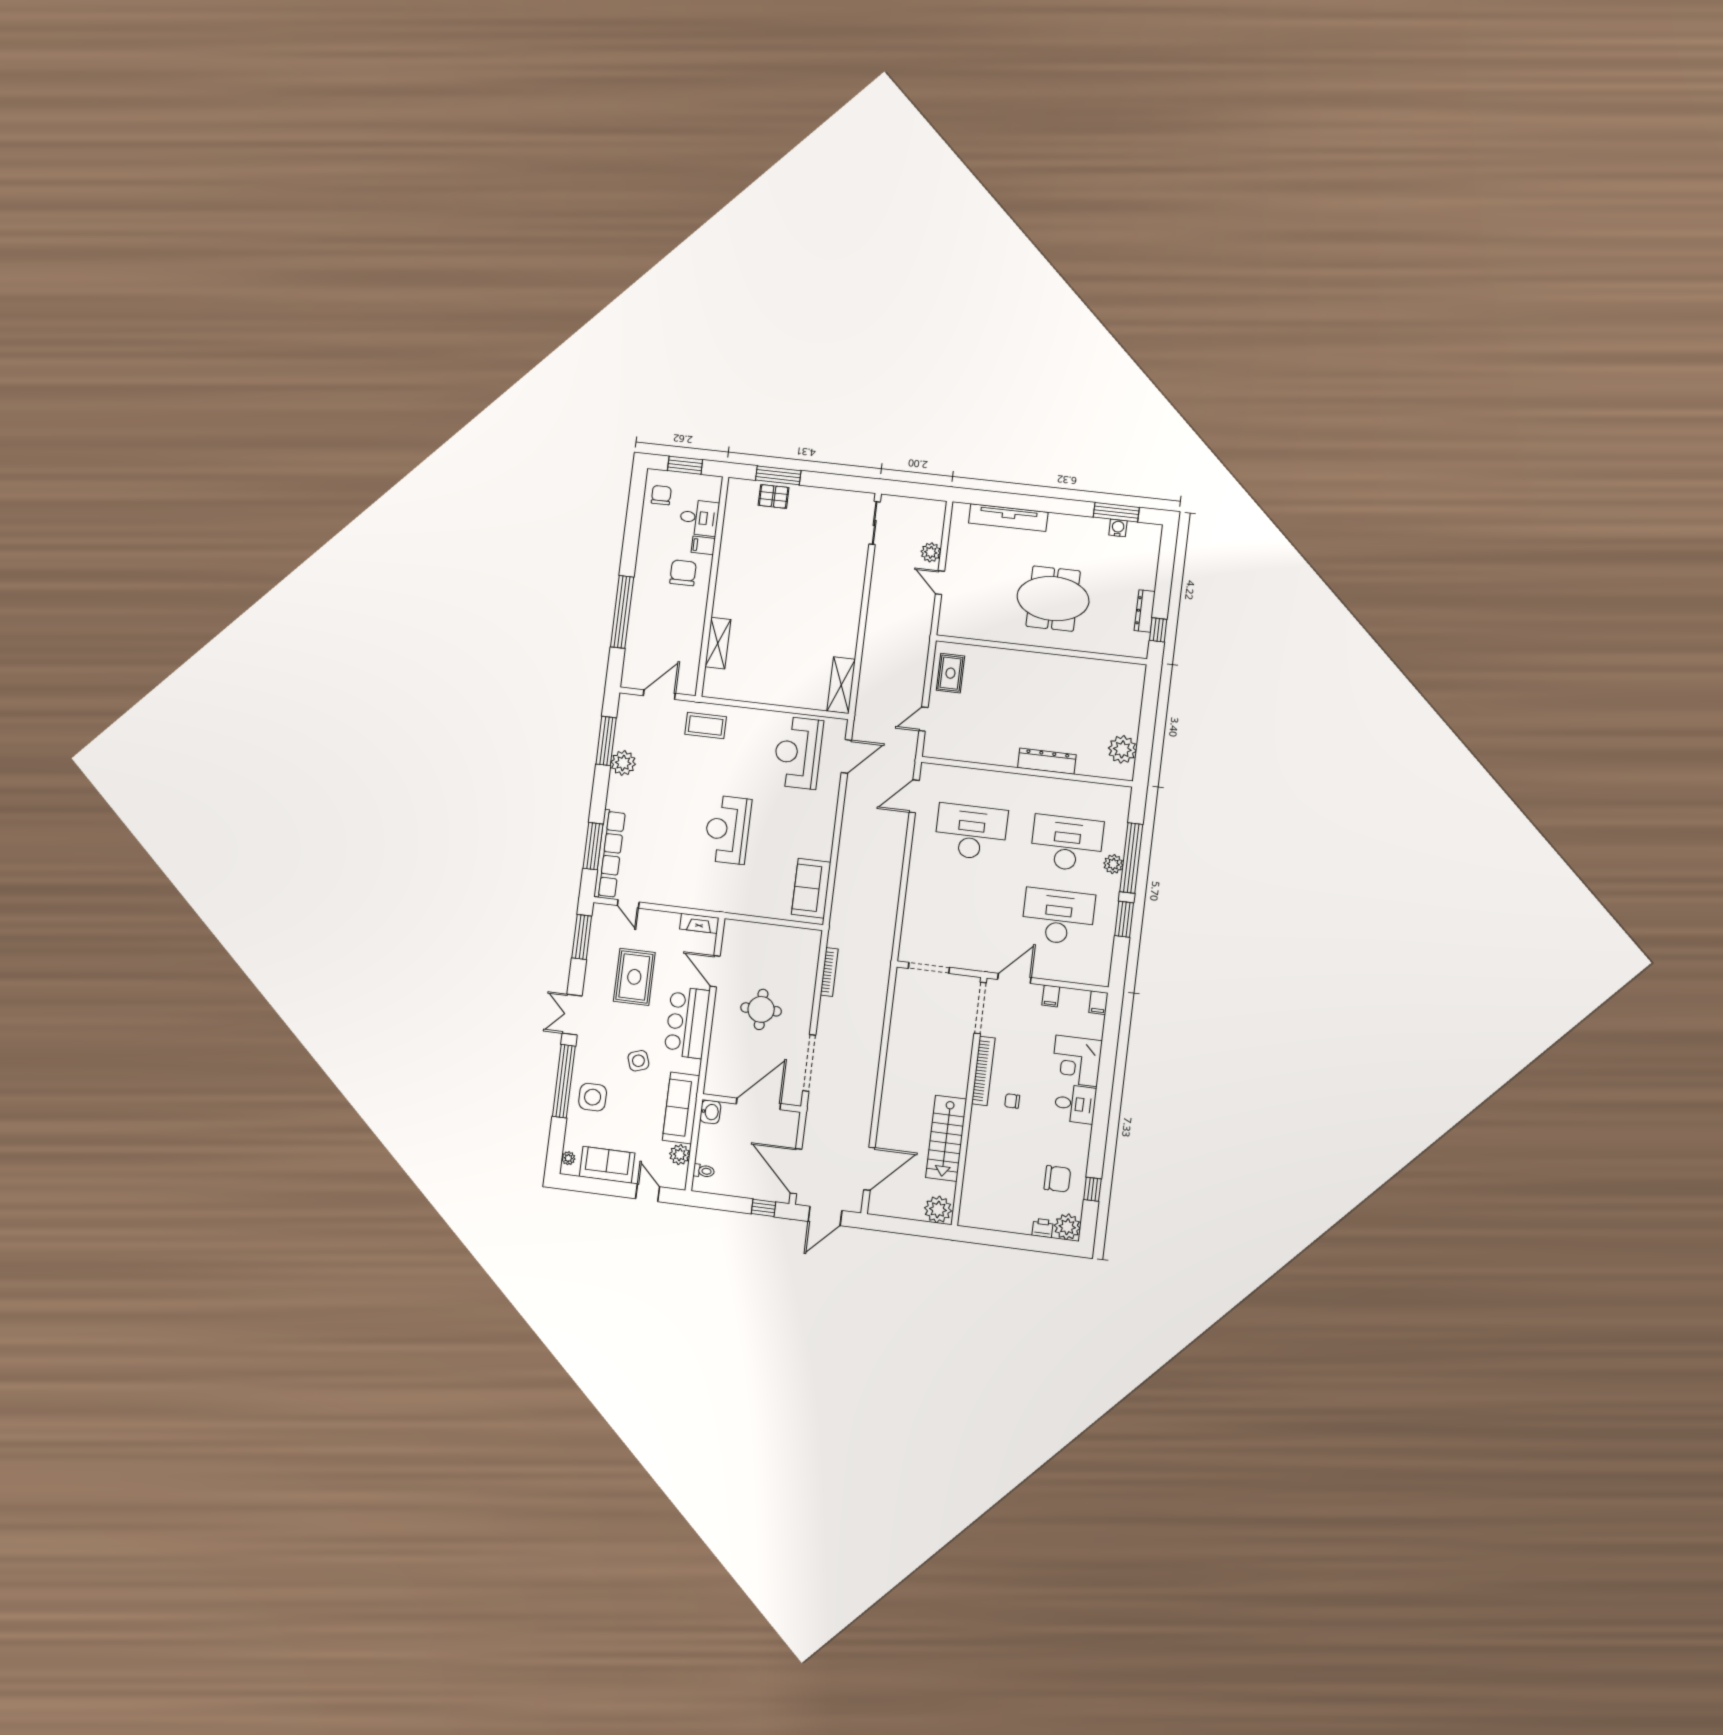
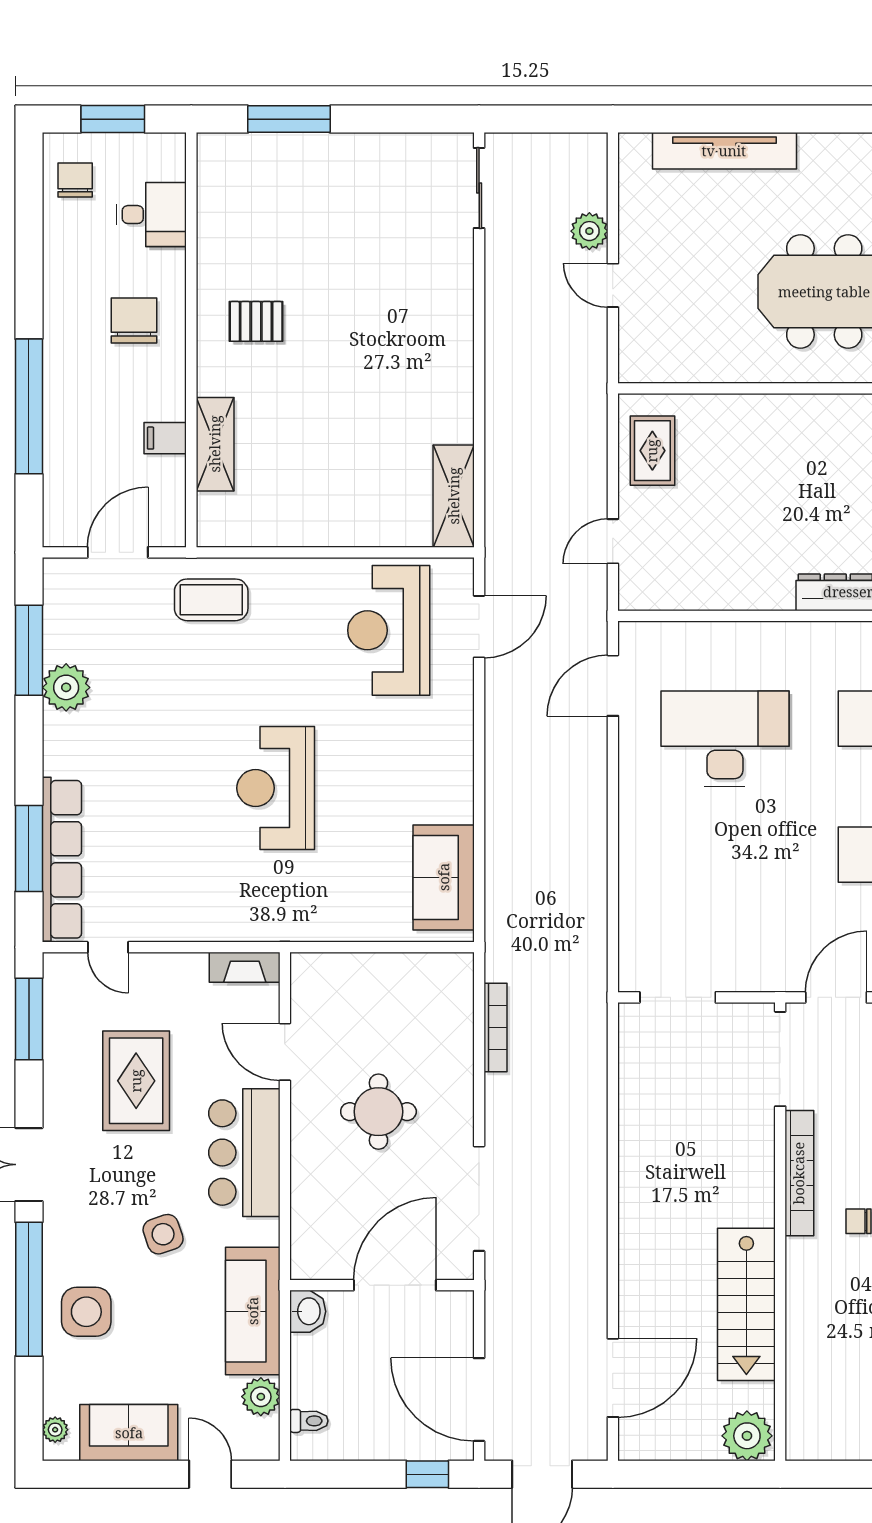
pallet: (774, 496) -> (256, 321), moved
filing cabinet: (703, 545) -> (165, 438), moved

